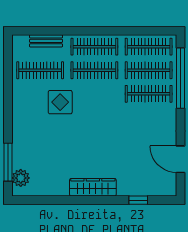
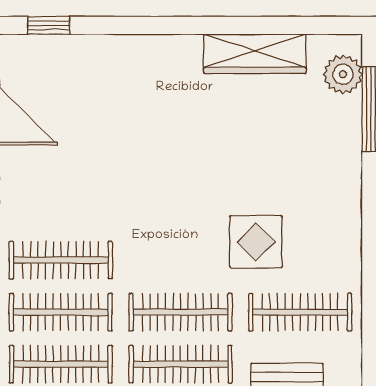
wardrobe: (93, 187) -> (255, 54), moved
window: (138, 200) -> (49, 25), moved

